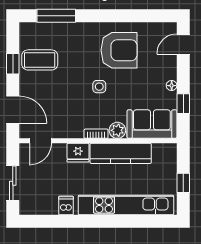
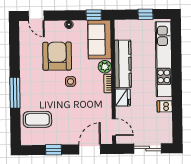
window: (56, 16) -> (15, 93), moved
armchair: (119, 50) -> (57, 56), moved
coffee table: (40, 60) -> (37, 119), moved, turned 90
window: (183, 104) -> (94, 15), moved

